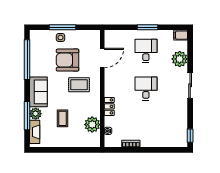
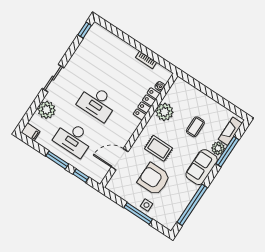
window: (123, 27) -> (81, 176), added
desk: (146, 51) -> (74, 139), width x1.37
armchair: (68, 60) -> (154, 179), turned 180
desk: (146, 89) -> (97, 103), width x1.37
locker: (109, 106) -> (147, 104), width x1.53
plant: (92, 125) -> (164, 112), moved

